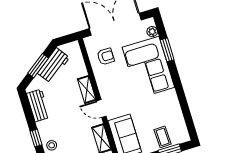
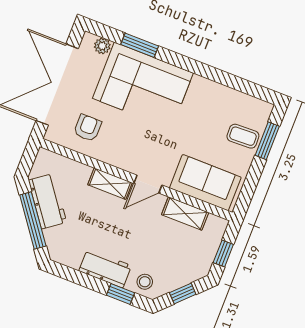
window: (38, 66) -> (33, 221), width x1.44
workbench: (38, 105) -> (105, 268), moved

